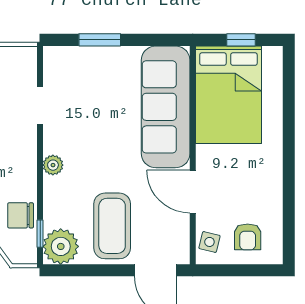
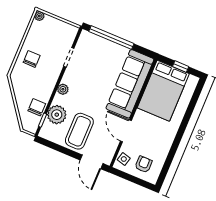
window: (100, 40) -> (111, 38), width x2.11
chair: (21, 215) -> (37, 107), turned 90
armchair: (248, 237) -> (143, 164), turned 180
plant: (61, 246) -> (57, 115), moved

